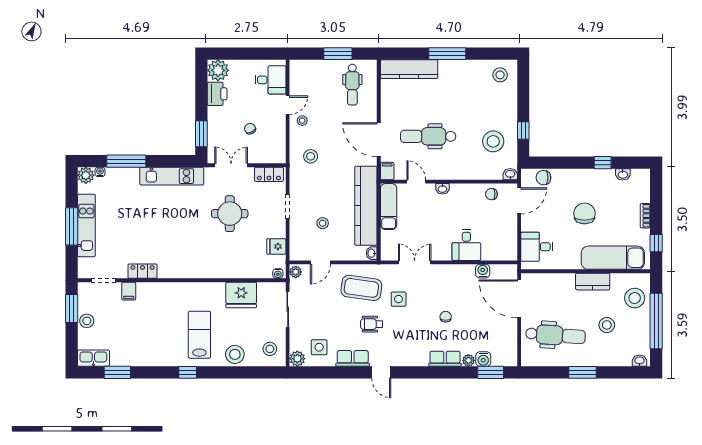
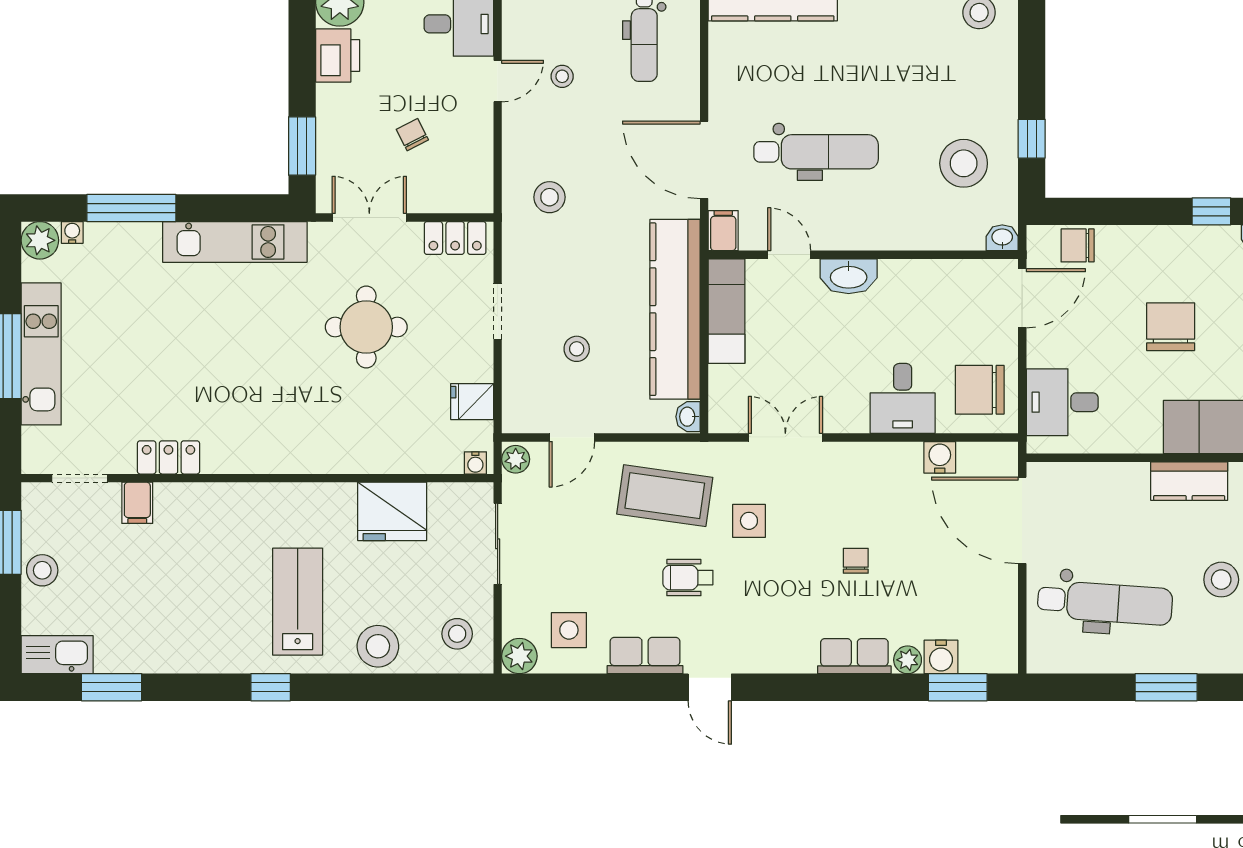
stool: (302, 121) -> (562, 76), moved
dental chair: (428, 136) -> (816, 152), turned 180
washbasin: (442, 189) -> (849, 276), width x1.91, depth x1.45
chair: (491, 194) -> (980, 390), moved, width x1.87, depth x1.87

